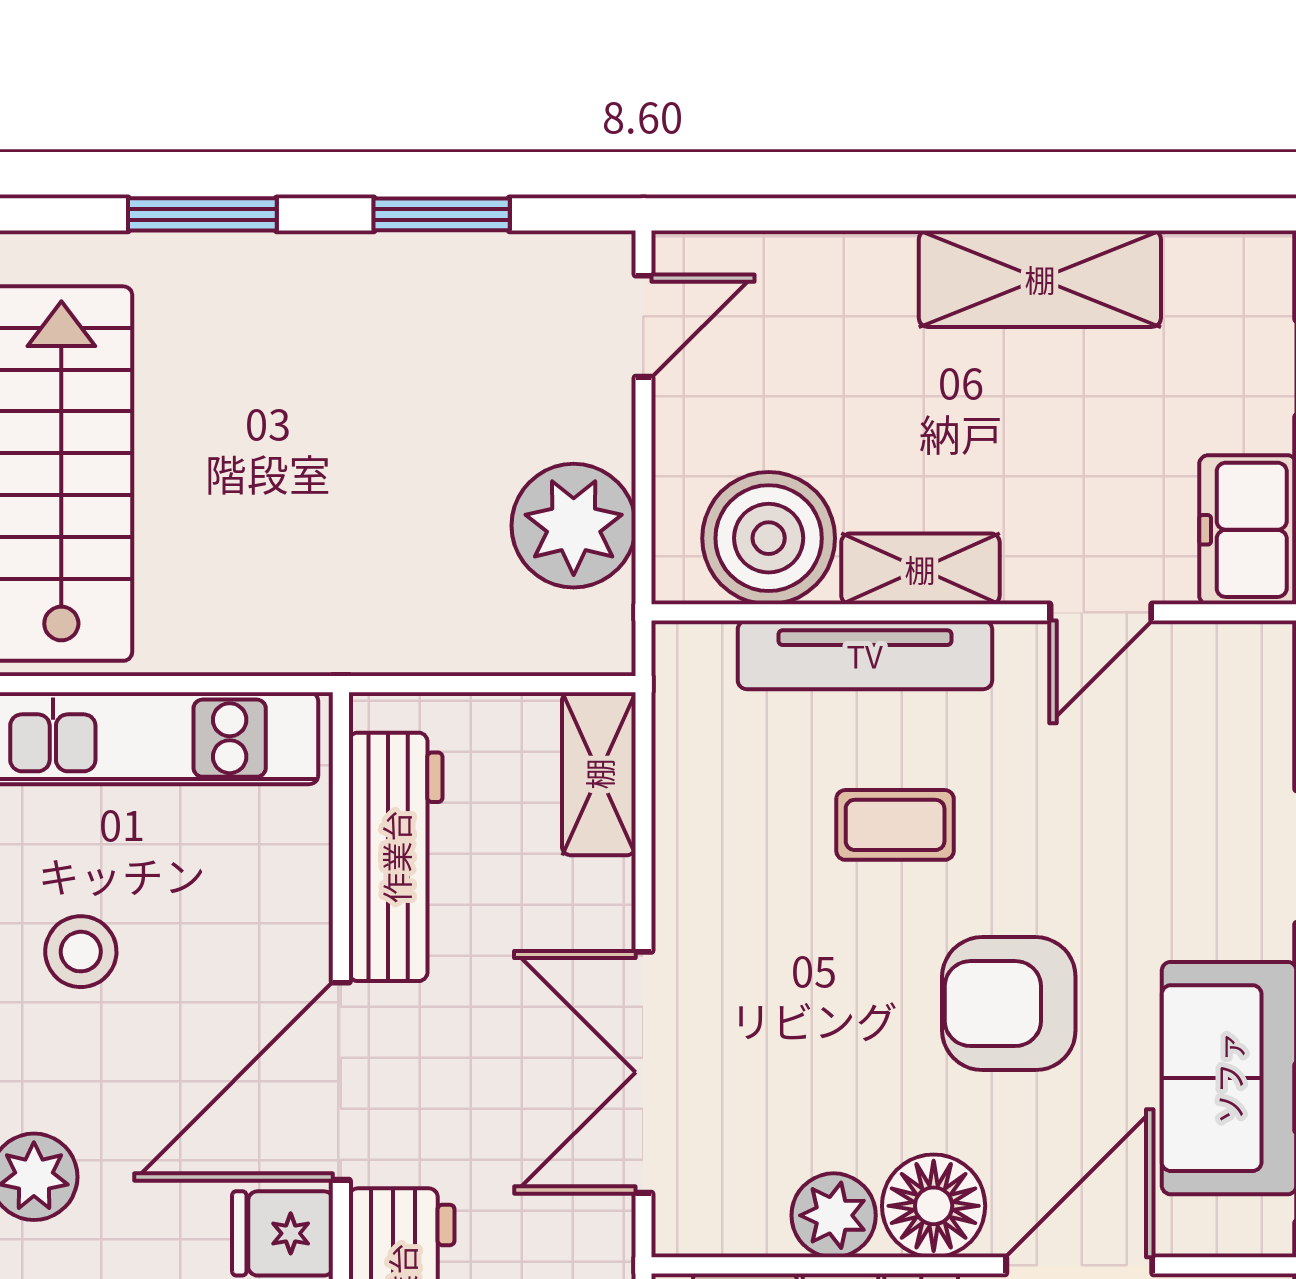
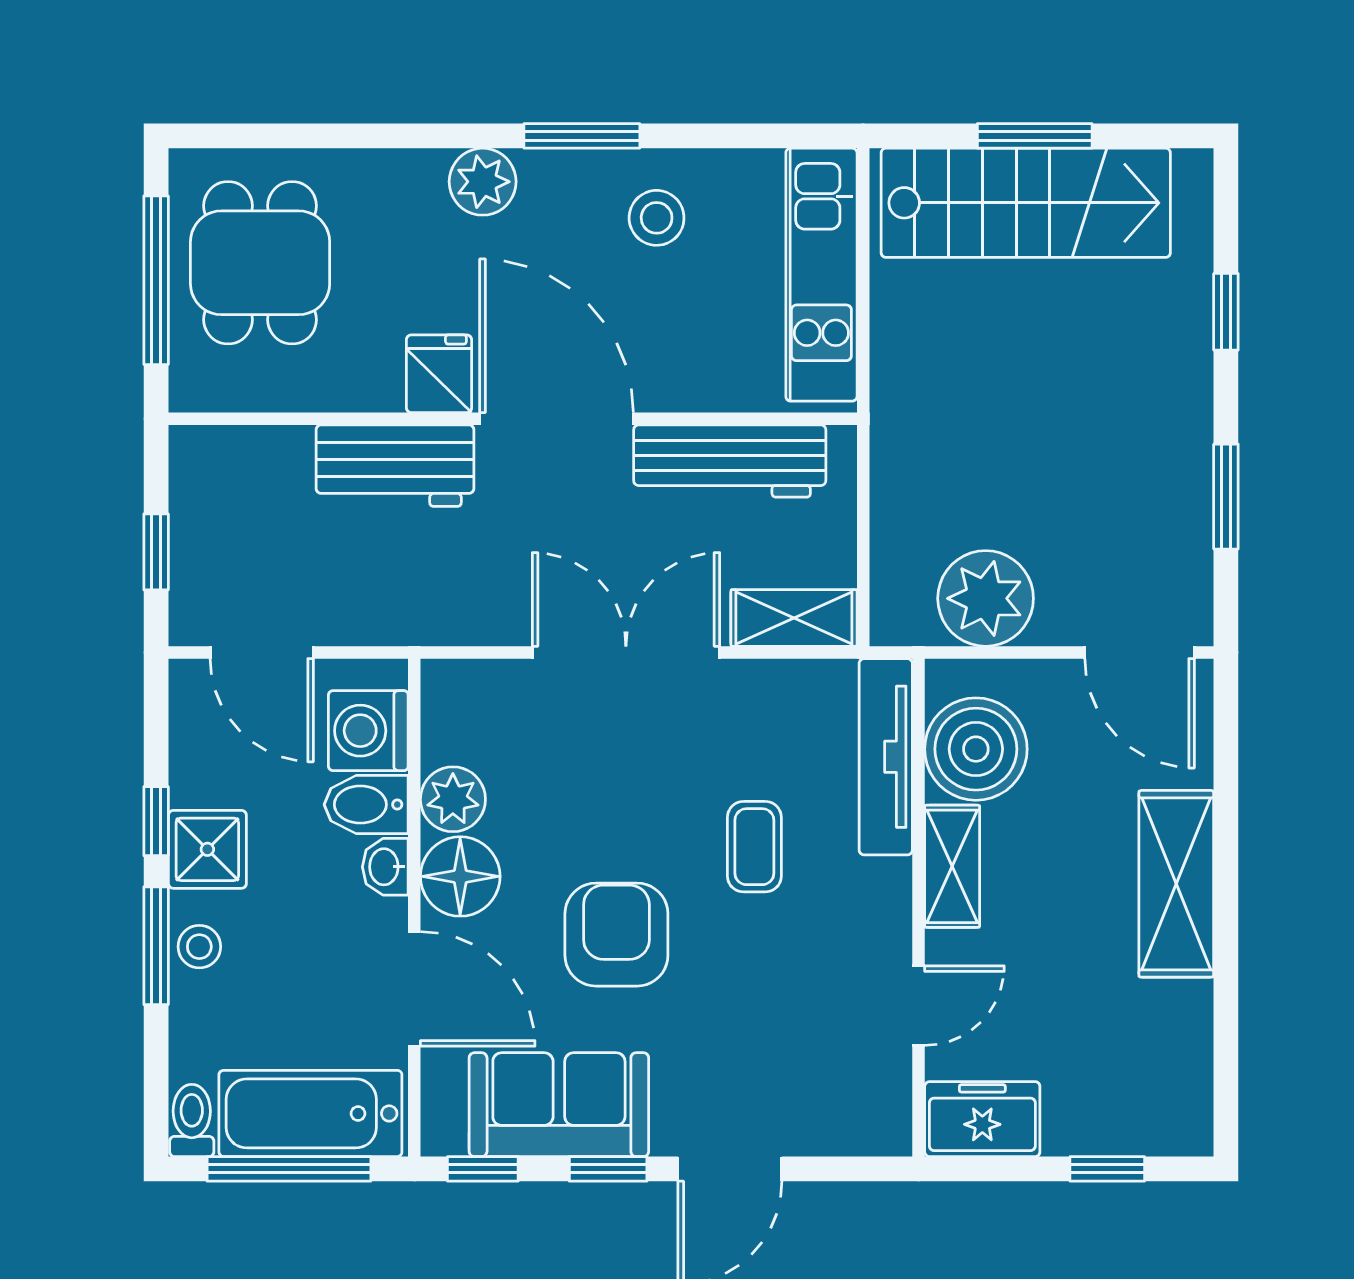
window: (202, 214) -> (1226, 312), width x0.67
shelving: (1040, 279) -> (1176, 884), moved
door: (643, 326) -> (1140, 652), width x1.38
door: (1101, 612) -> (918, 1006), swing flipped
tv unit: (865, 655) -> (886, 757), moved
double door: (643, 1072) -> (626, 652), moved

